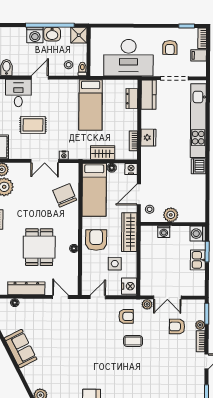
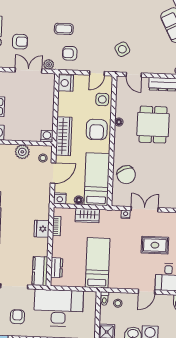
washing machine: (164, 232) -> (47, 136), moved
side table: (115, 264) -> (102, 99), moved
side table: (73, 322) -> (122, 49), added

